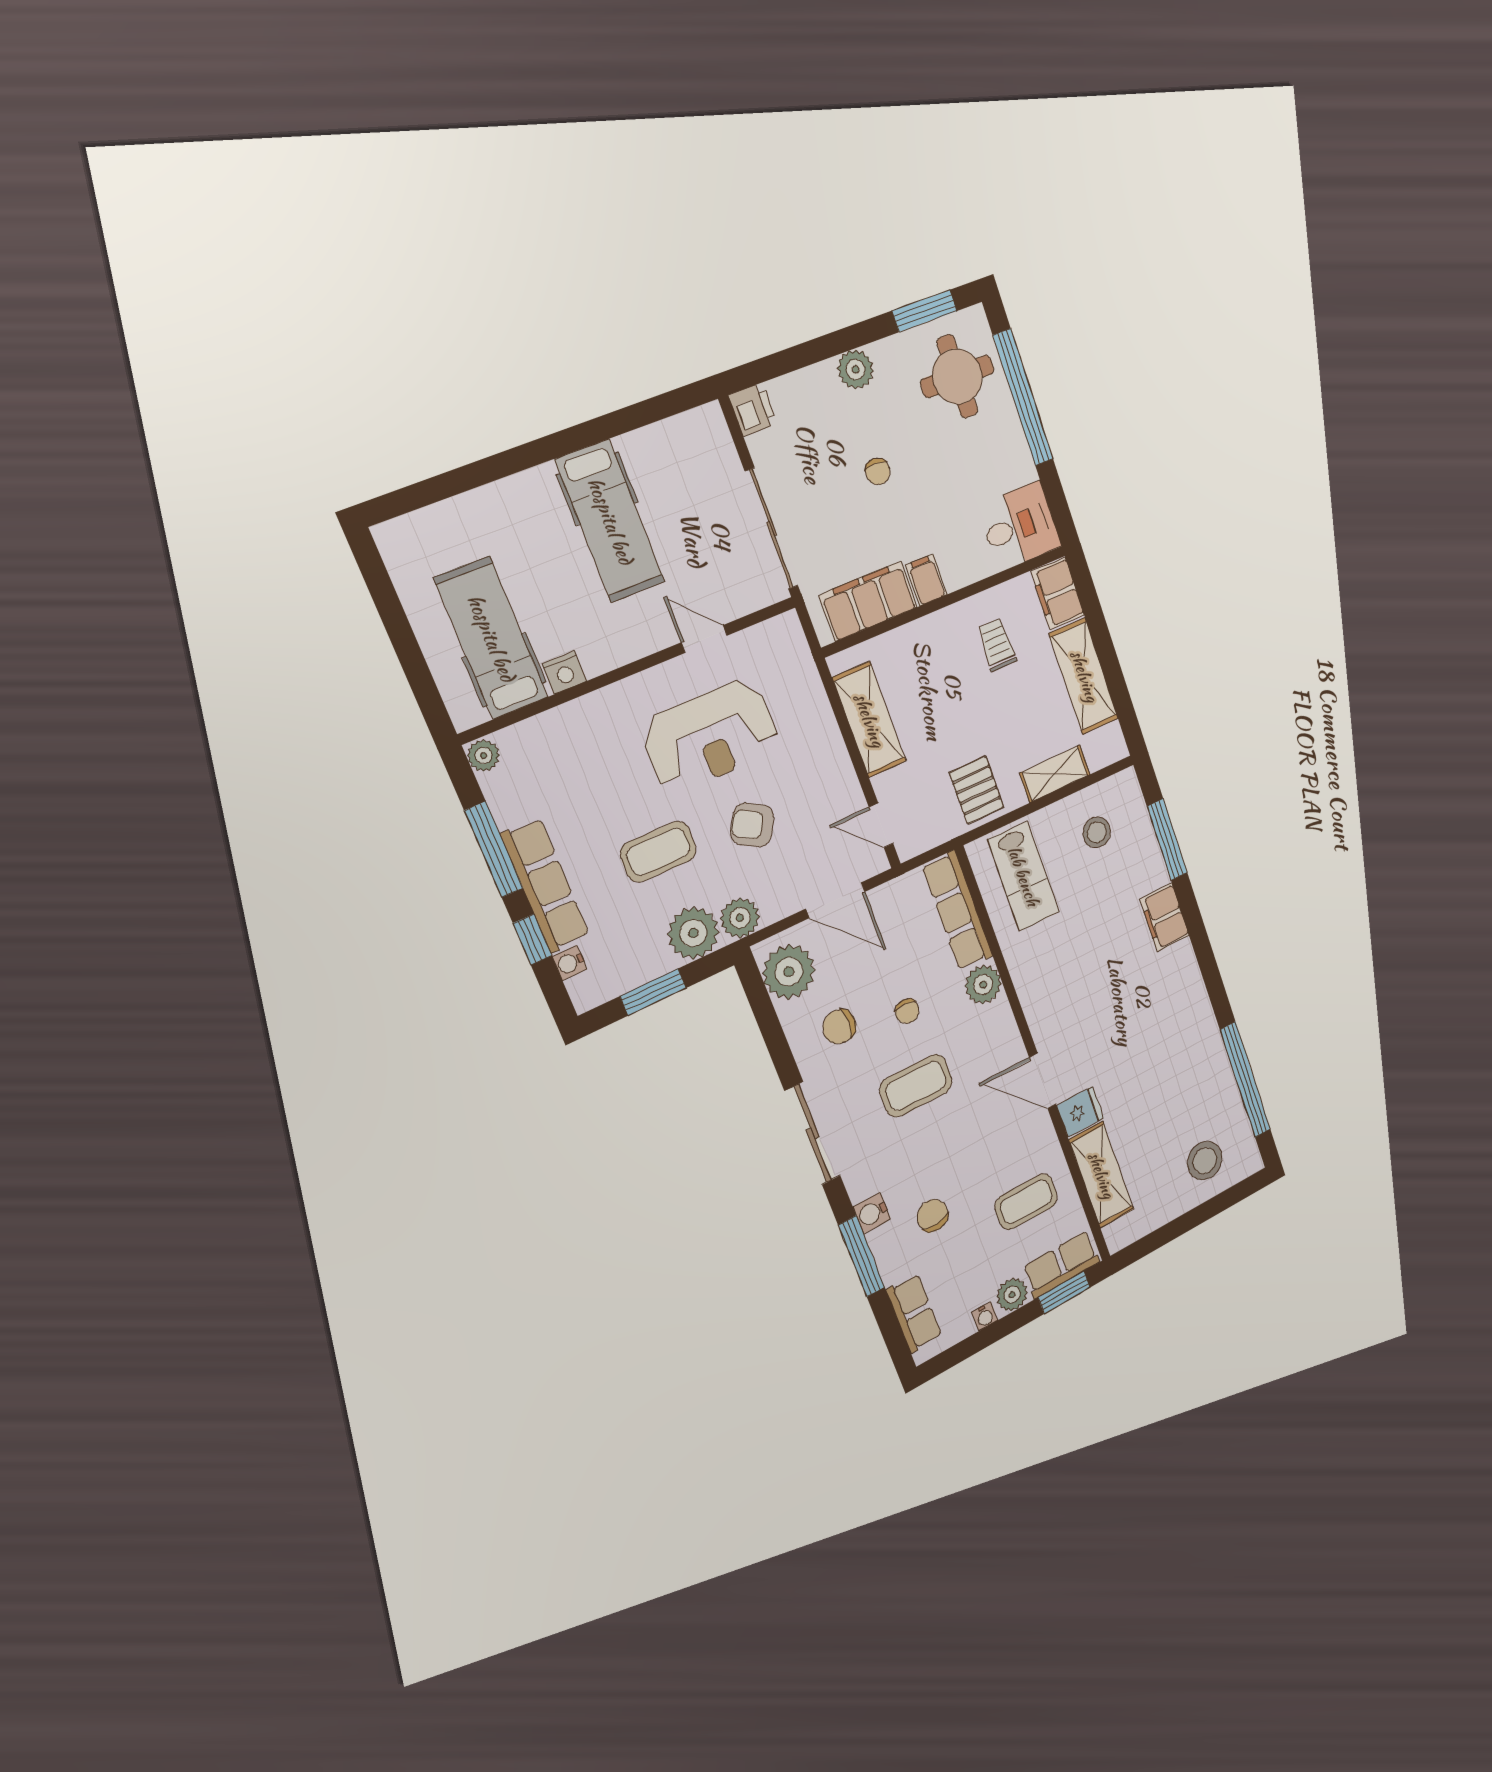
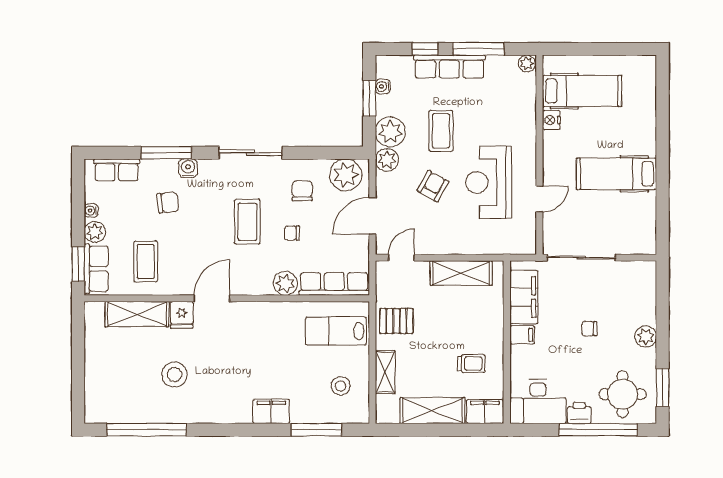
printer: (753, 409) -> (579, 413), moved, turned 180
desk: (1019, 526) -> (538, 402), width x1.37
water cooler: (570, 963) -> (383, 86), moved, turned -90
stool: (1205, 1161) -> (174, 375), moved

